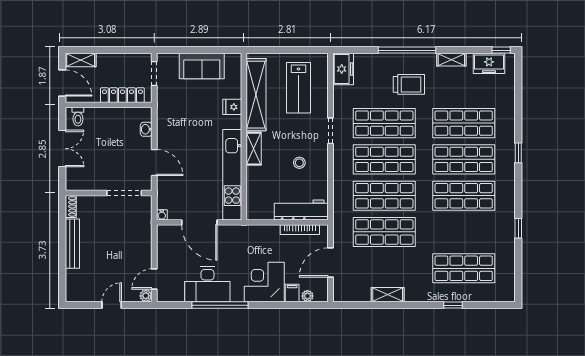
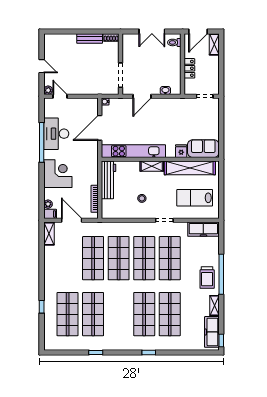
freezer: (489, 63) -> (212, 332), width x1.40
sofa: (202, 66) -> (203, 149), moved, turned 90
freezer: (343, 69) -> (203, 229), width x1.40
trolley: (409, 84) -> (207, 278), moved
locker: (122, 95) -> (189, 68), width x0.66
shop shelf: (464, 196) -> (93, 314), moved
workbench: (301, 210) -> (109, 180), moved
bench: (72, 244) -> (90, 39), width x0.73
filing cabinet: (292, 293) -> (50, 214), moved
shelving: (388, 295) -> (49, 234), moved

